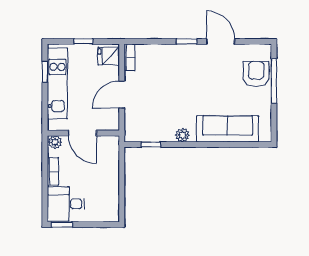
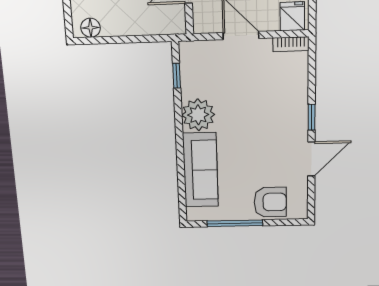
window: (274, 81) -> (235, 223), moved
plant: (182, 135) -> (198, 115), width x1.88, depth x1.88
floor lamp: (112, 208) -> (90, 28), added

